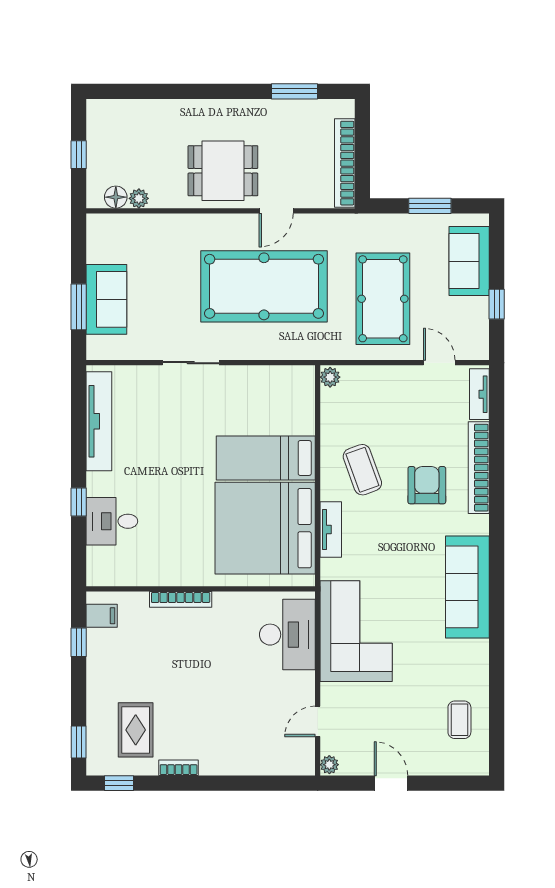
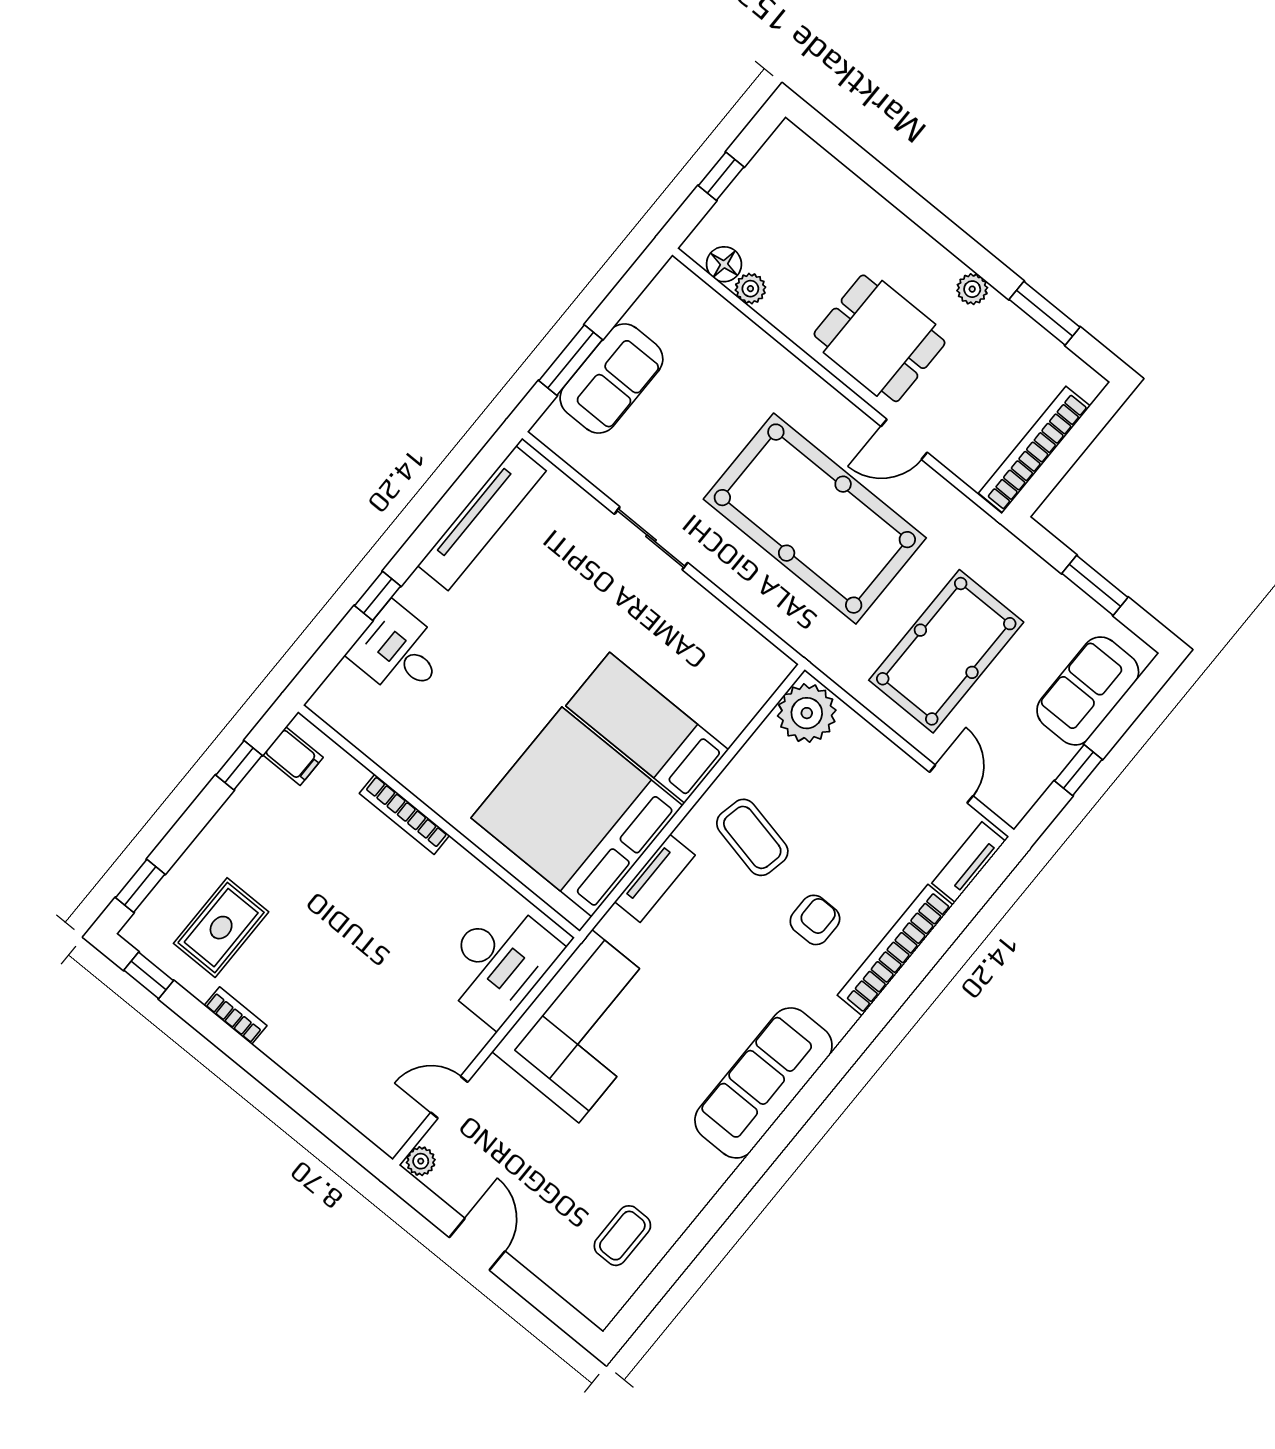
plant: (249, 109) -> (972, 289), added
plant: (330, 377) -> (807, 713), width x1.88, depth x1.88
coffee table: (362, 470) -> (752, 837), turned -58
armchair: (427, 485) -> (815, 920), width x0.72, depth x0.72

